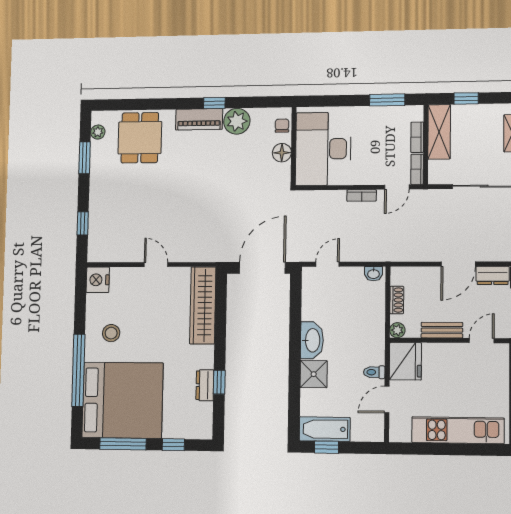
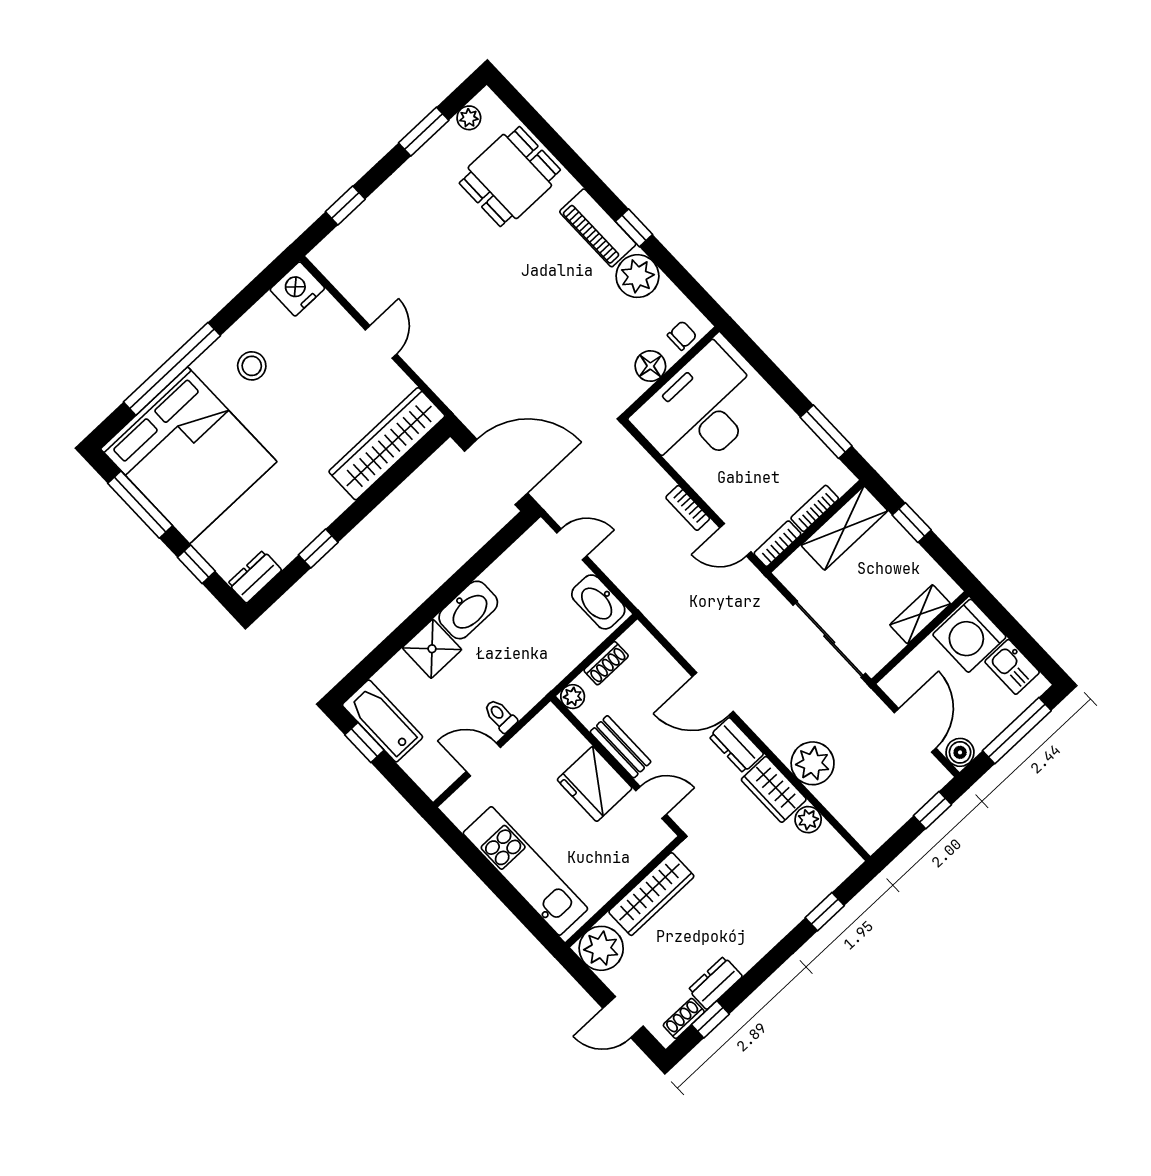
washbasin: (373, 274) -> (598, 602), width x1.91, depth x1.45
fridge: (405, 361) -> (595, 784), moved, turned 90
dresser: (205, 385) -> (255, 577), moved

